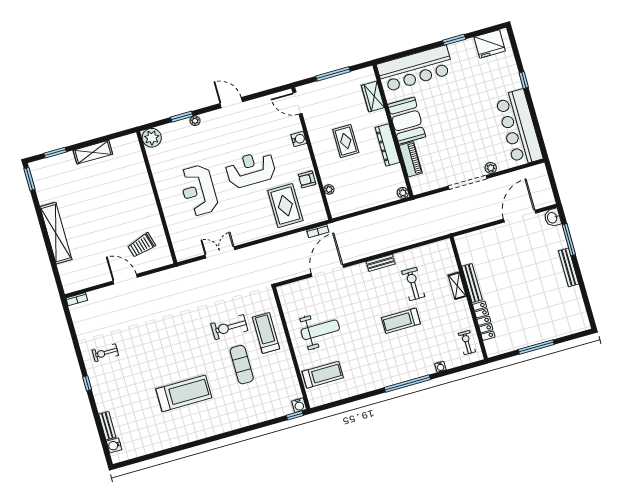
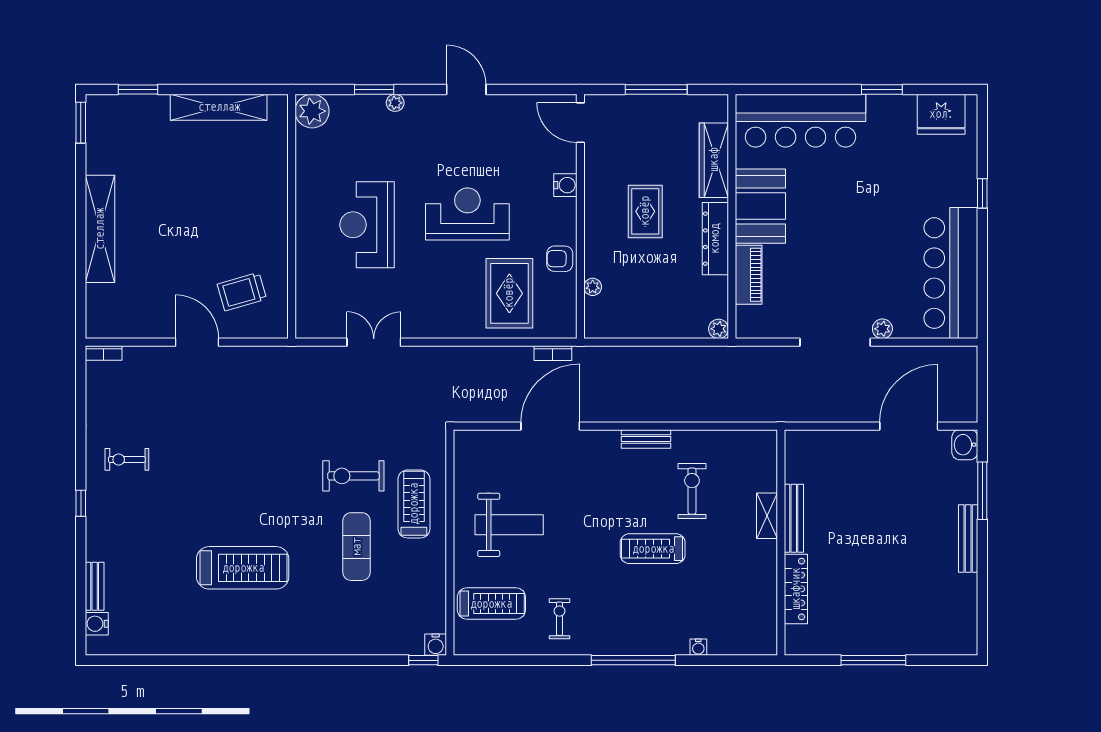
wardrobe: (373, 96) -> (714, 160), width x1.50
shelving: (93, 152) -> (219, 107), width x1.47
exercise bike: (467, 343) -> (559, 619), moved

